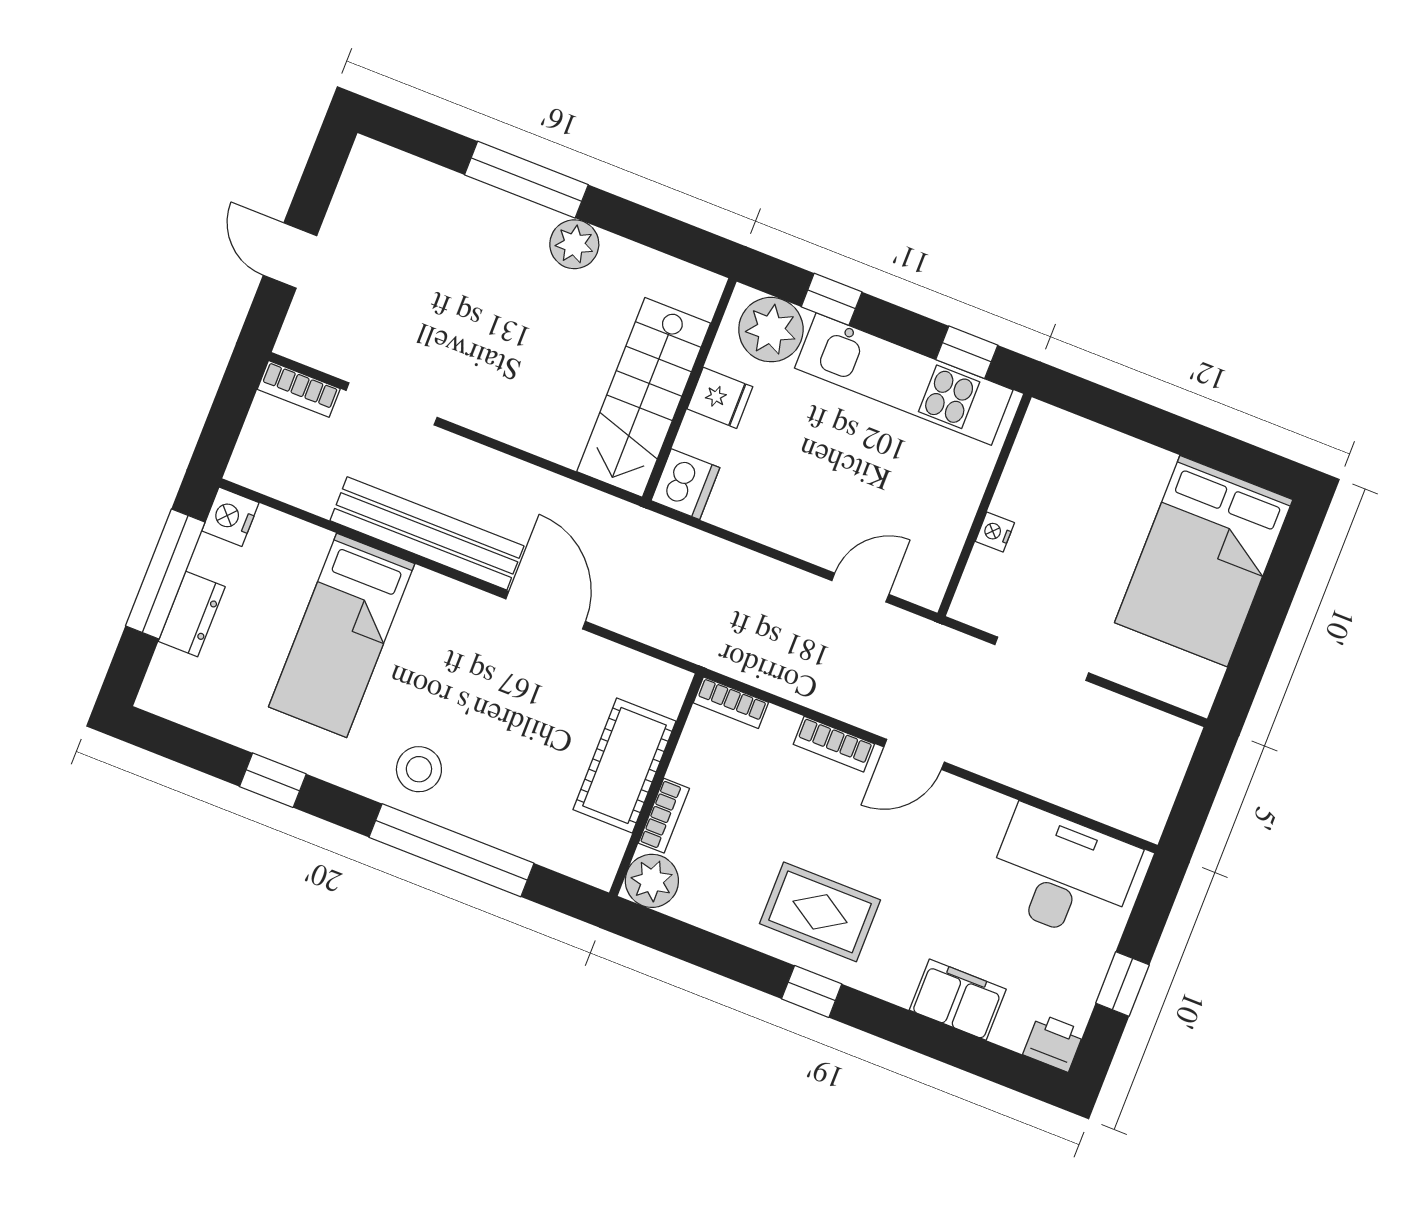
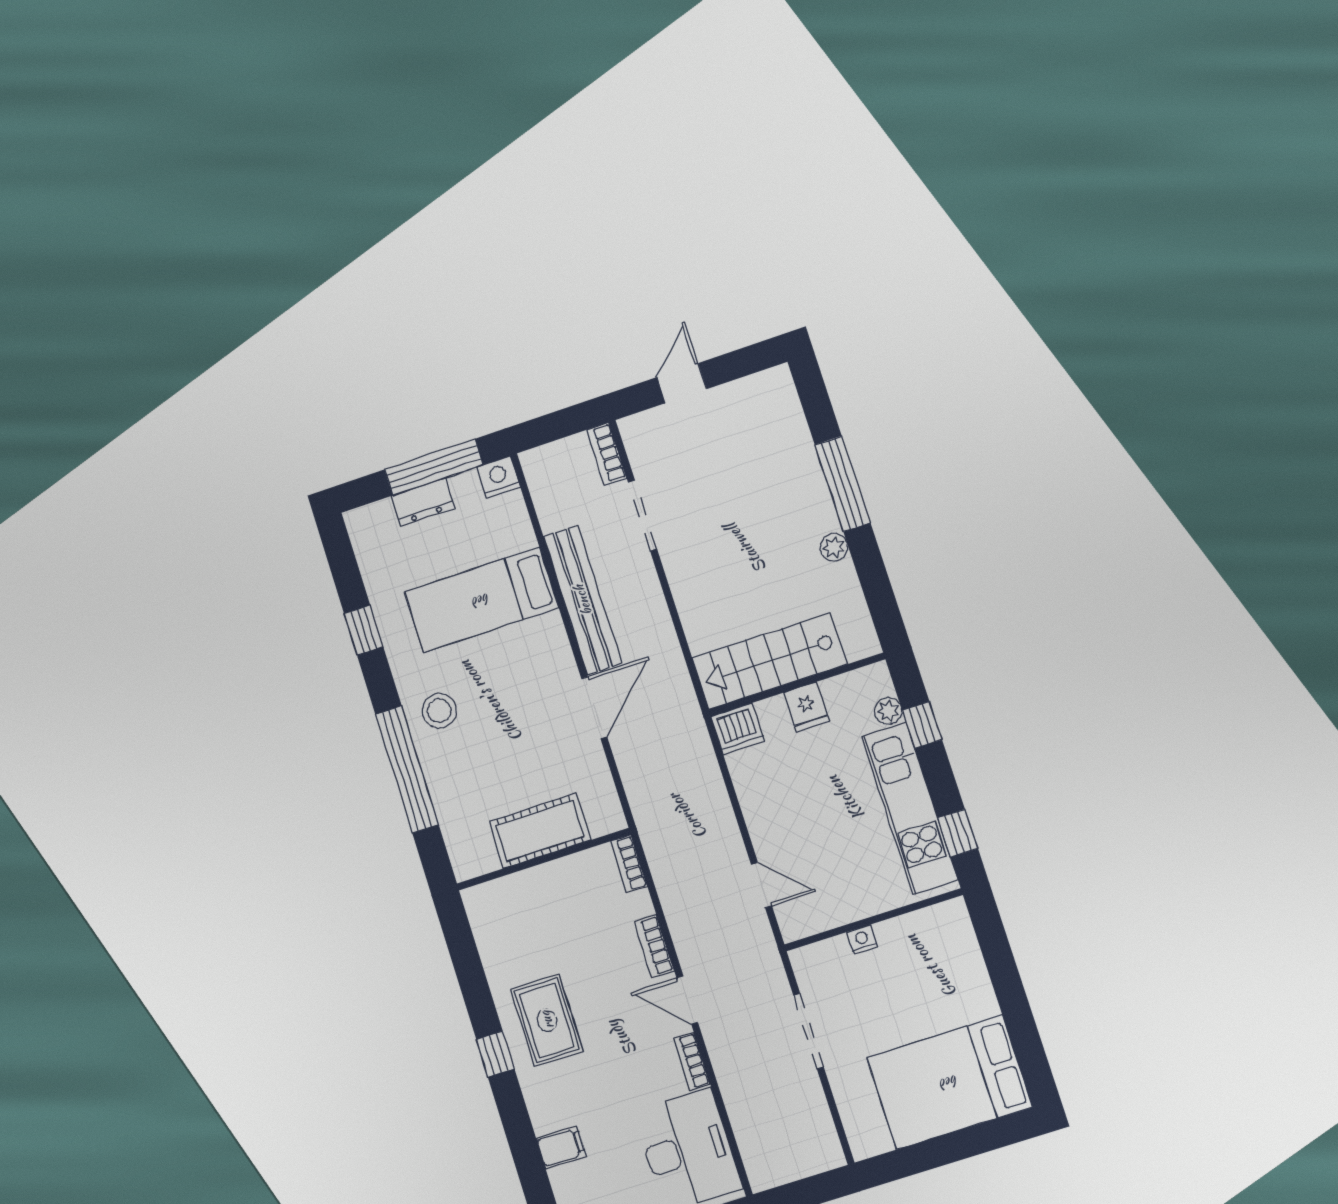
plant: (574, 244) -> (834, 547), width x0.73, depth x0.73
plant: (771, 330) -> (888, 711), width x0.53, depth x0.53
bookcase: (664, 816) -> (692, 1061), moved, turned 90
plant: (652, 881) -> (484, 904), removed
filing cabinet: (958, 1000) -> (561, 1147), width x0.50

